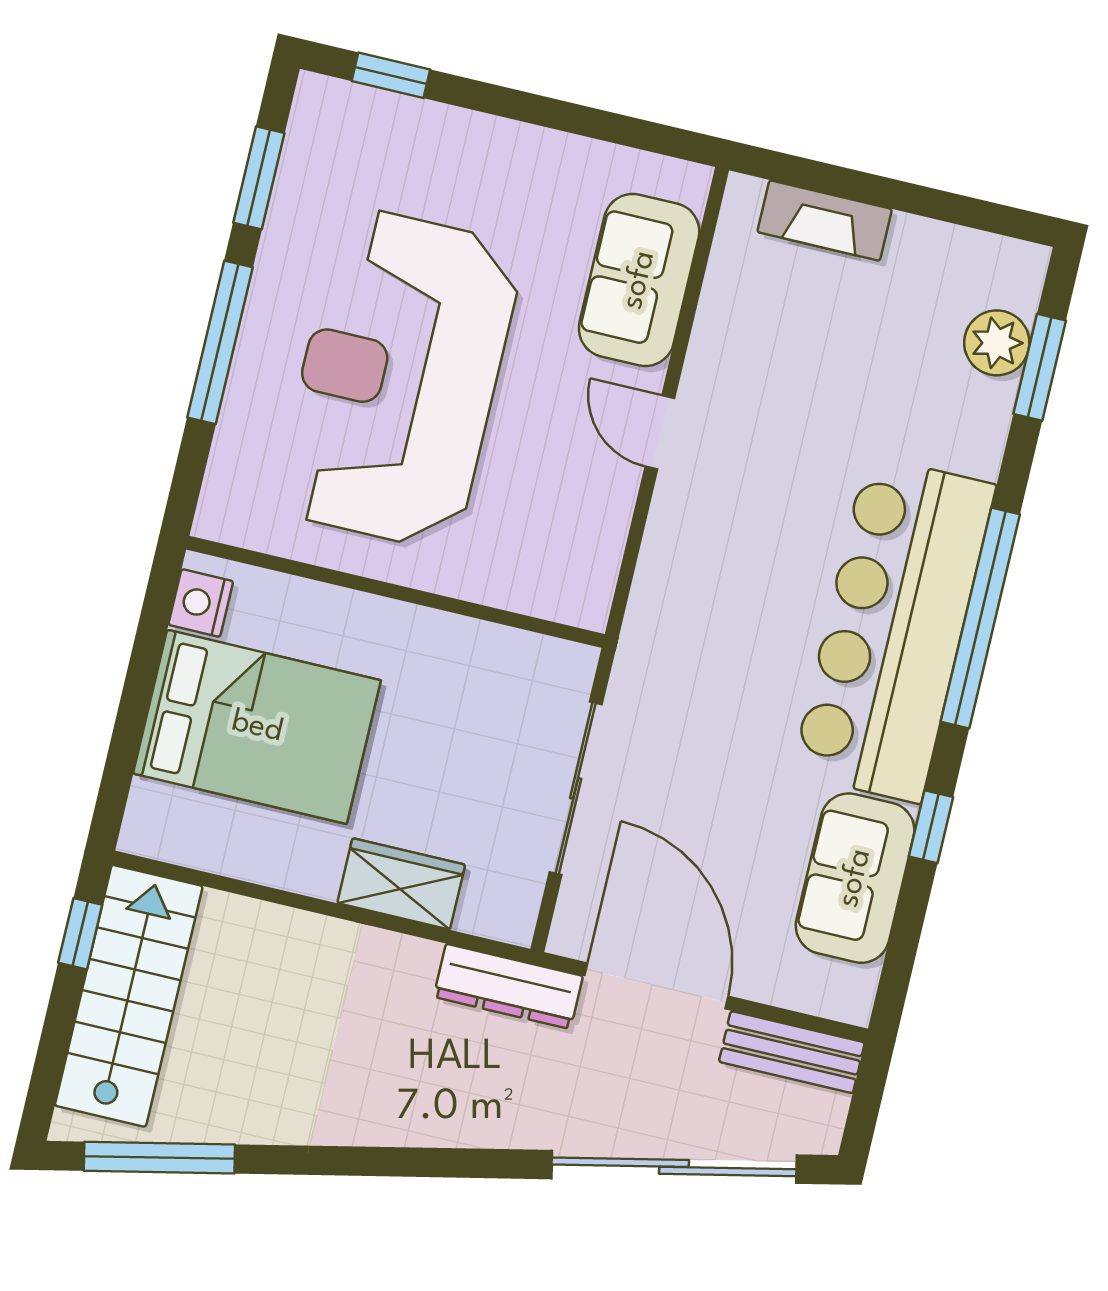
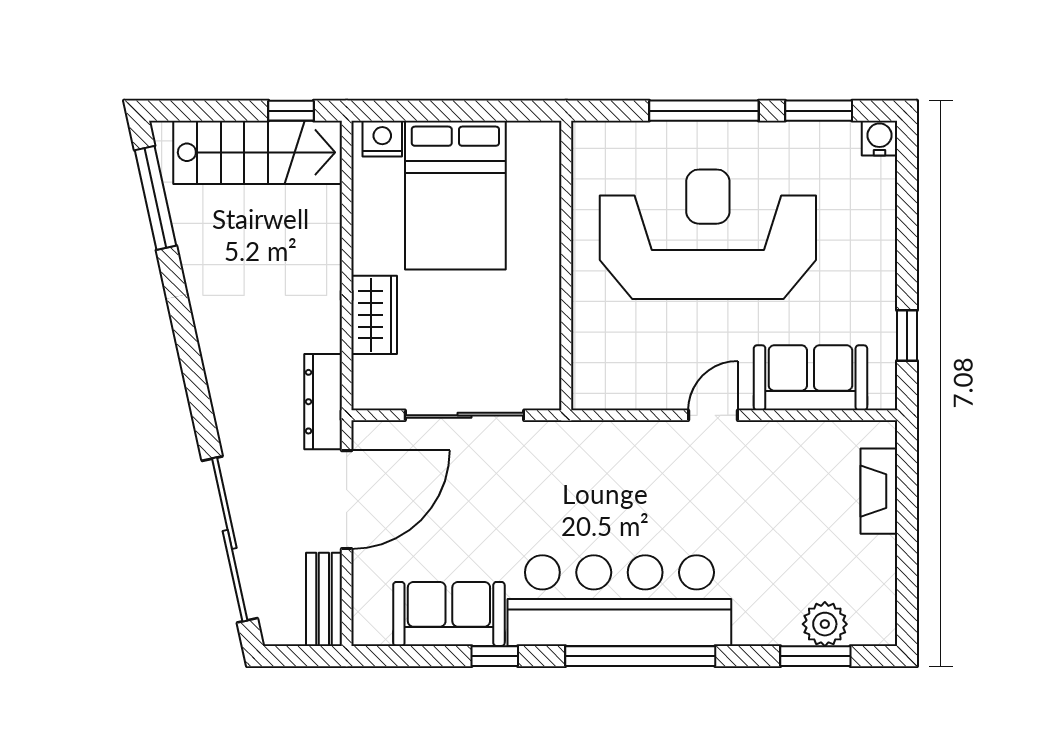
window: (391, 75) -> (907, 335), moved
water cooler: (319, 100) -> (879, 138), added
nightstand: (201, 603) -> (382, 139), moved

